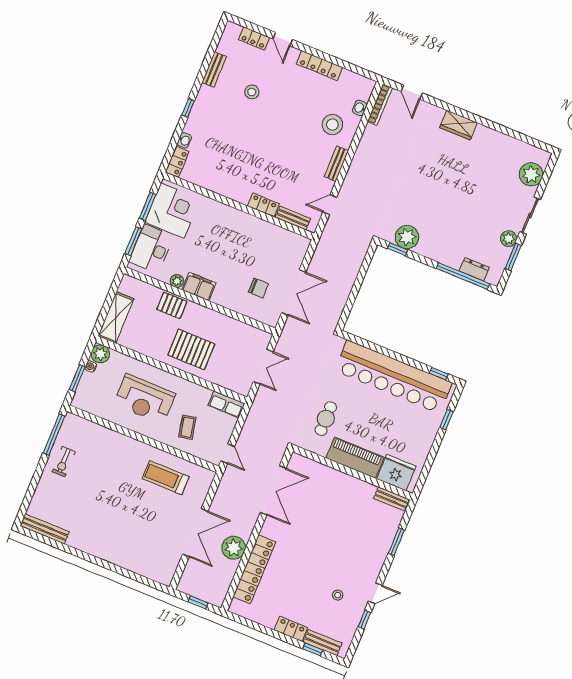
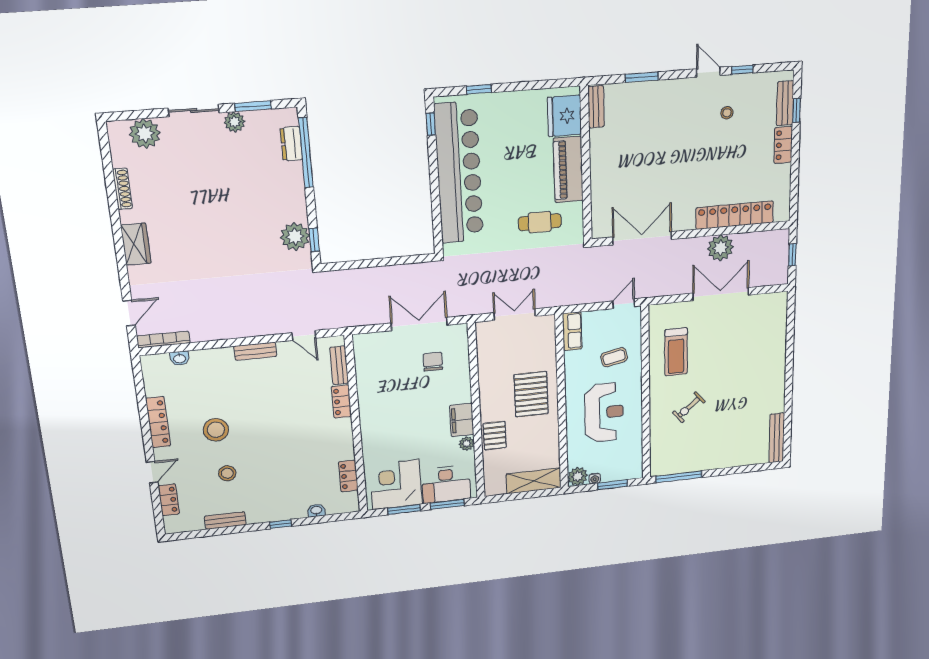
stool: (332, 124) -> (216, 430), moved
shoe rack: (501, 138) -> (123, 189), added
locker: (177, 162) -> (348, 476), moved, turned -90
exercise bike: (64, 462) -> (689, 407), moved, turned 140

